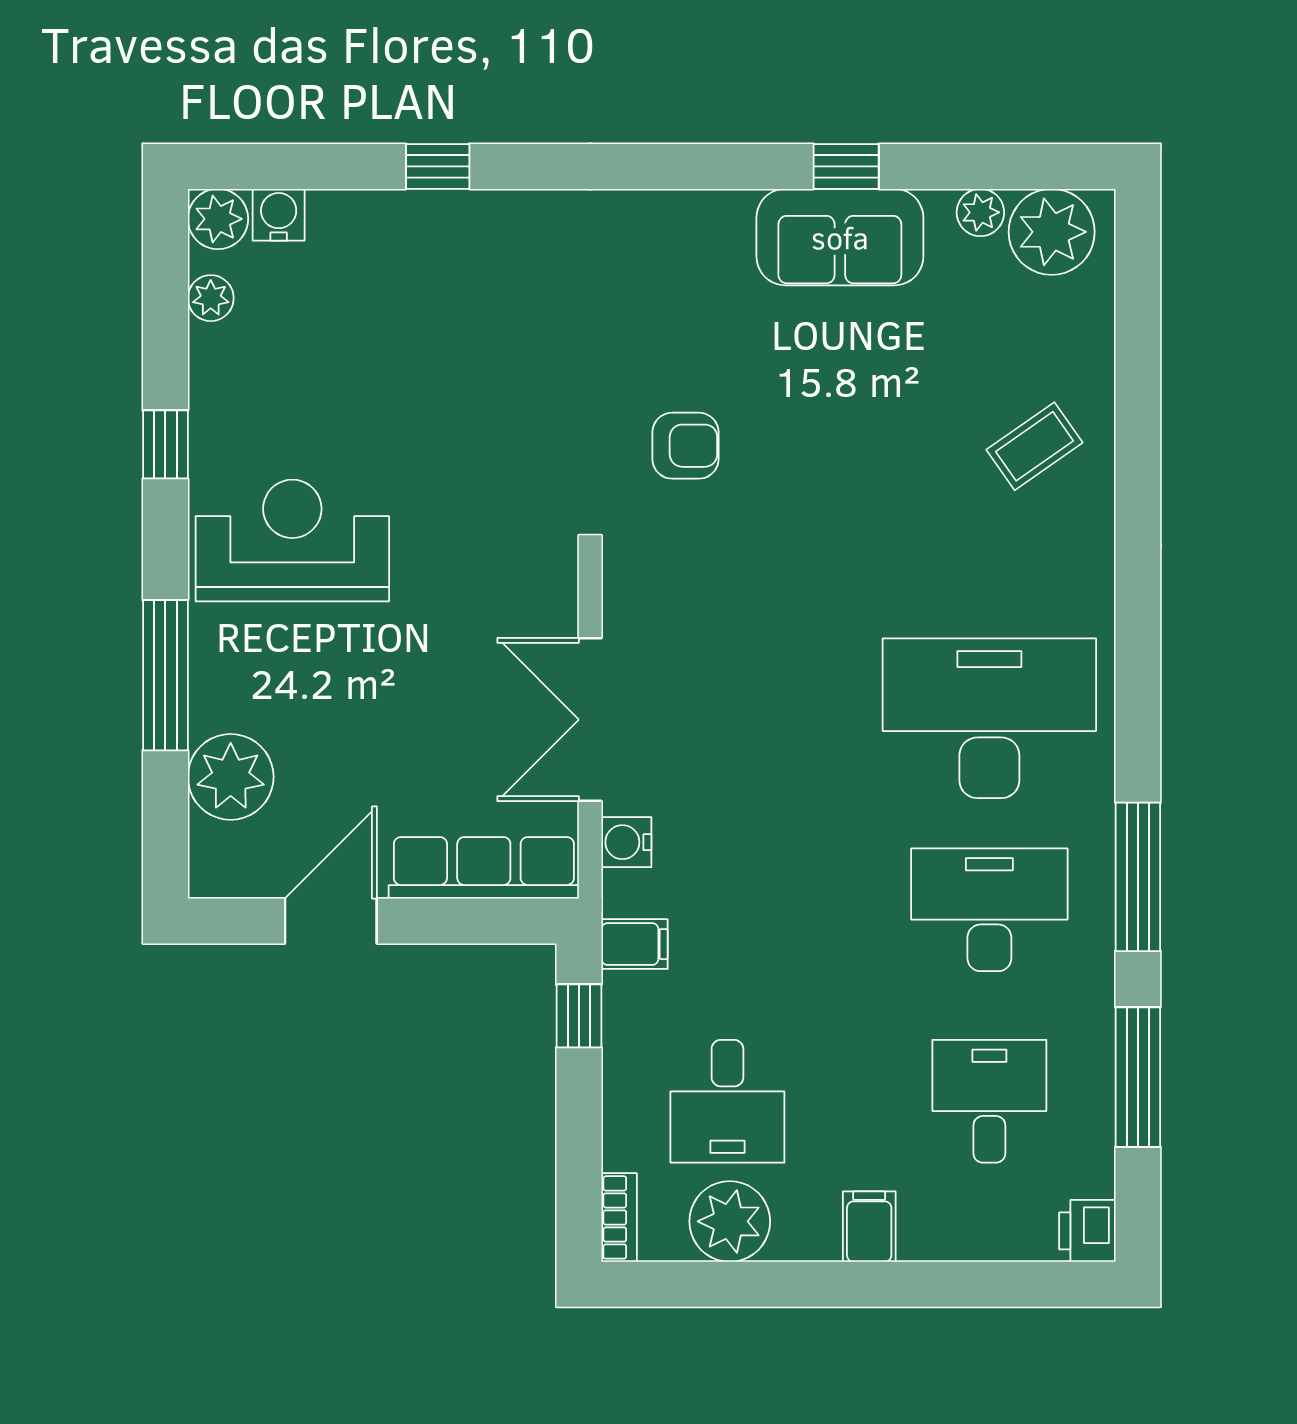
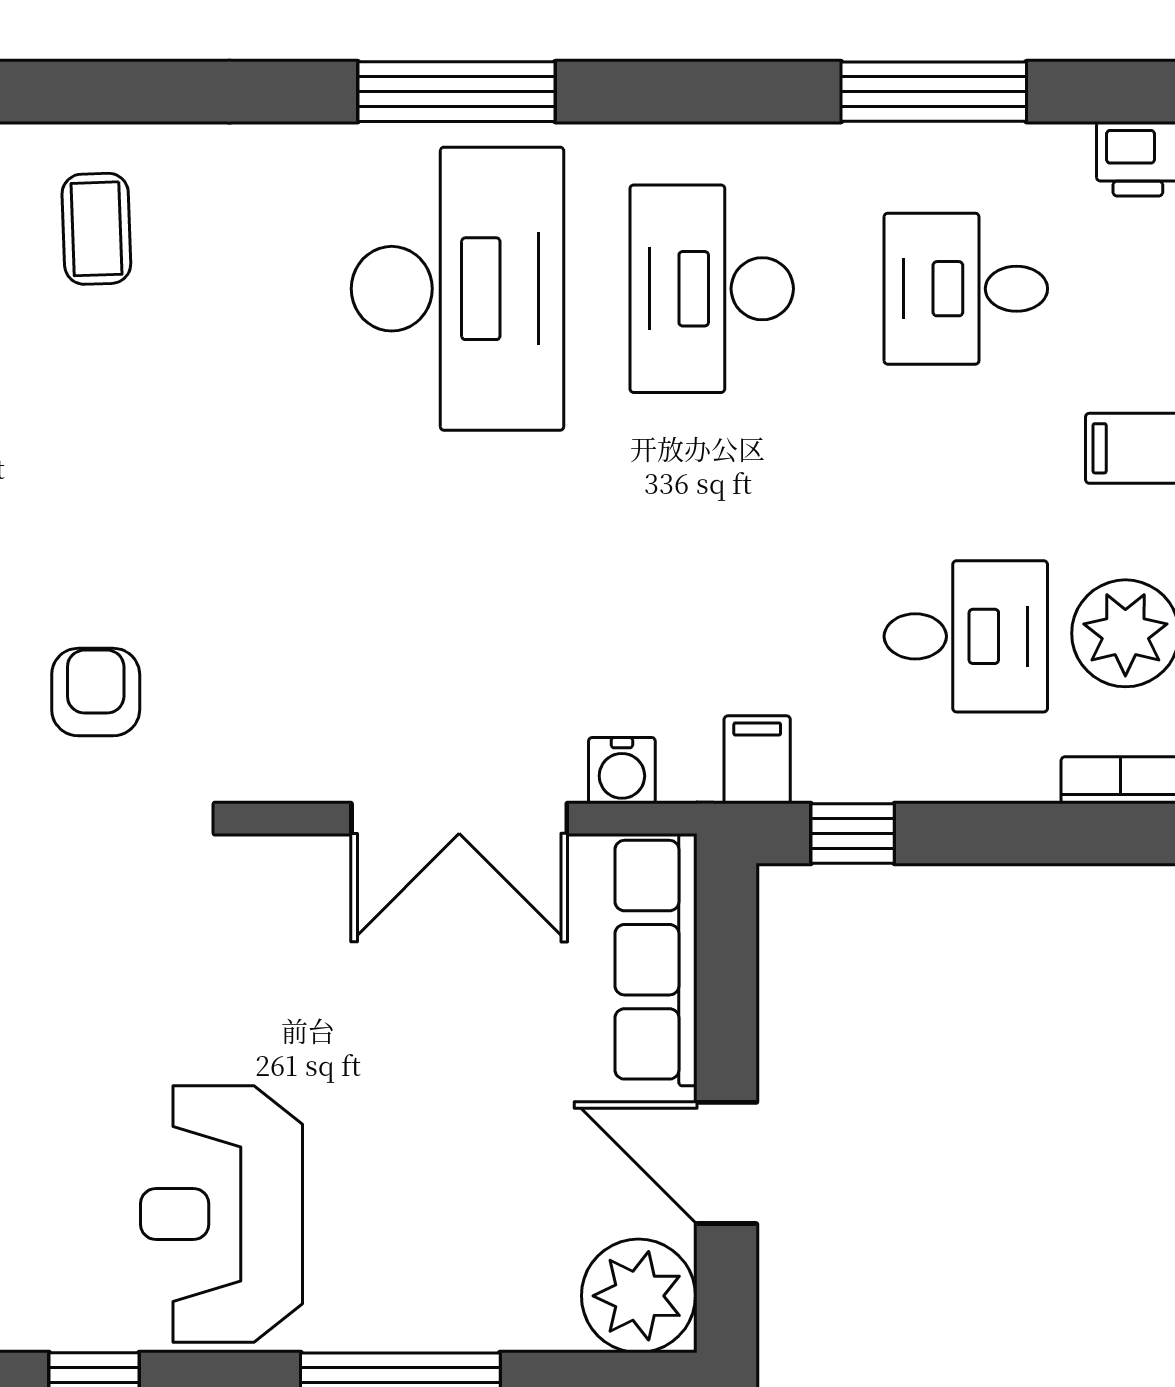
coffee table: (1035, 446) -> (96, 229), turned 33
desk: (989, 718) -> (457, 289), turned 180
plant: (231, 777) -> (638, 1296), moved
window: (1138, 877) -> (456, 92), moved

